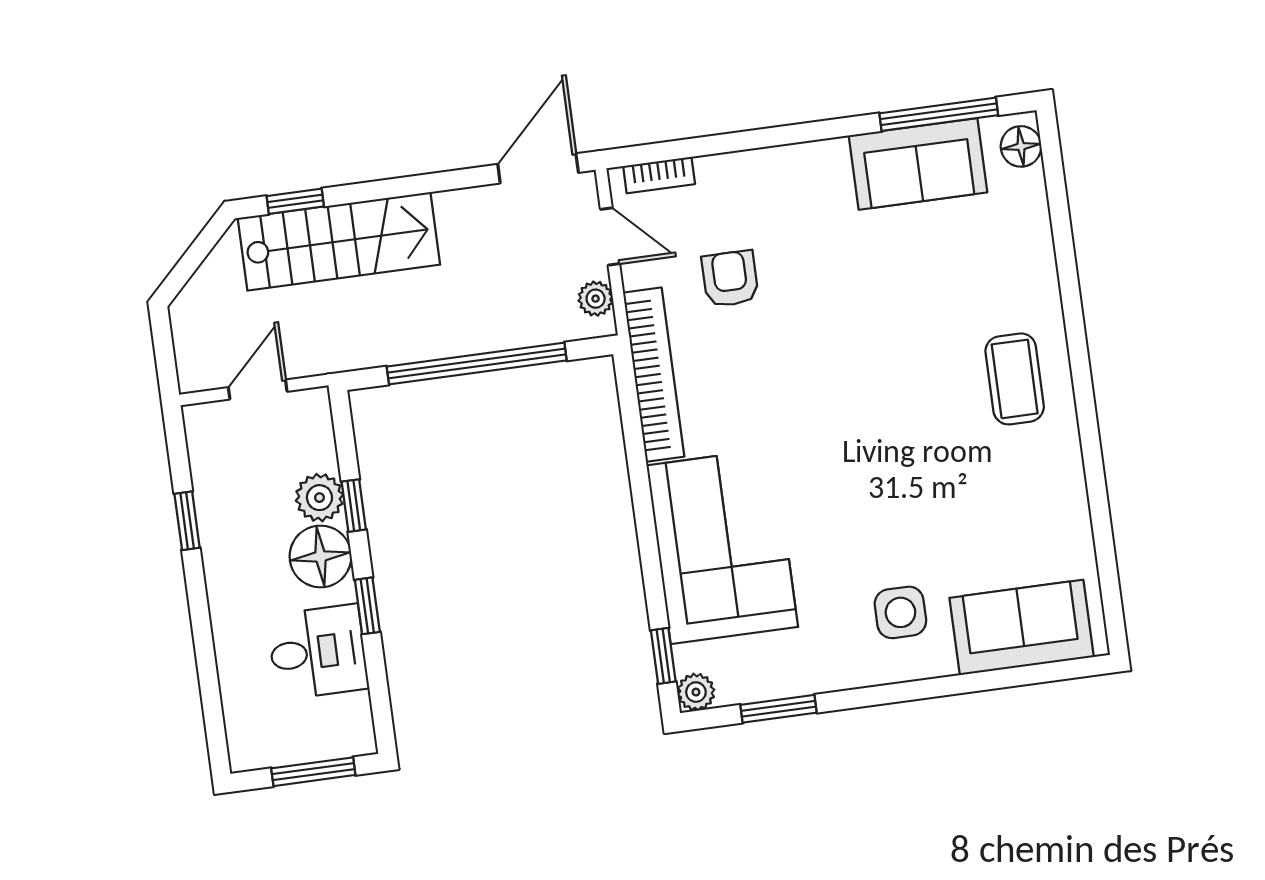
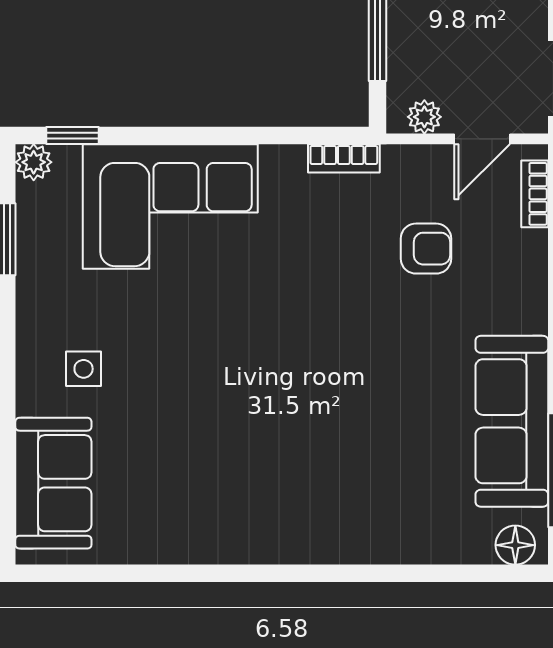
sofa: (918, 164) -> (512, 421), width x1.36
bookcase: (654, 375) -> (344, 158), width x0.43, depth x0.76
coffee table: (1015, 379) -> (293, 509), removed
side table: (900, 612) -> (84, 369), width x0.73, depth x0.73

